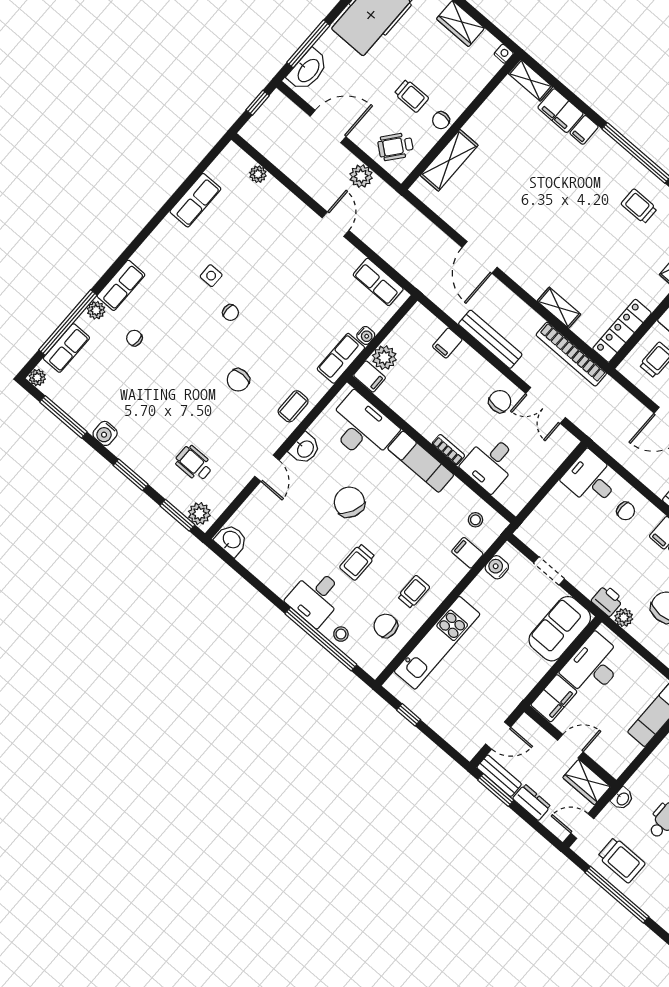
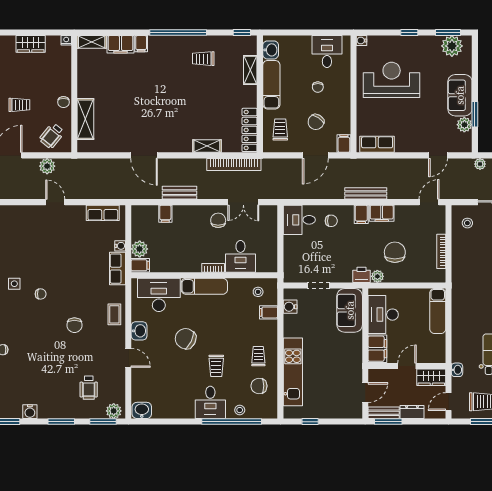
trolley: (411, 96) -> (19, 105), moved
bench: (490, 339) -> (179, 193), width x0.73
wheelchair: (194, 463) -> (89, 388), turned -90

